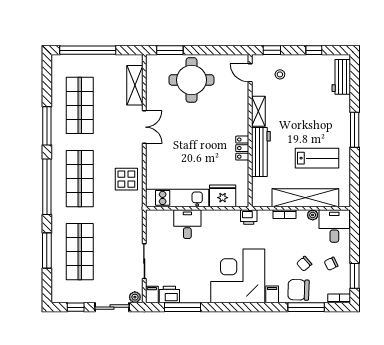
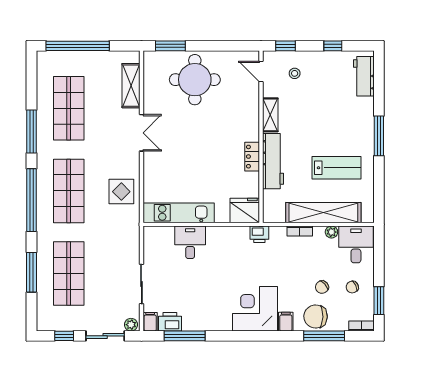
fridge: (223, 196) -> (245, 210), moved
corner desk: (238, 276) -> (255, 309), width x0.74, depth x0.74

